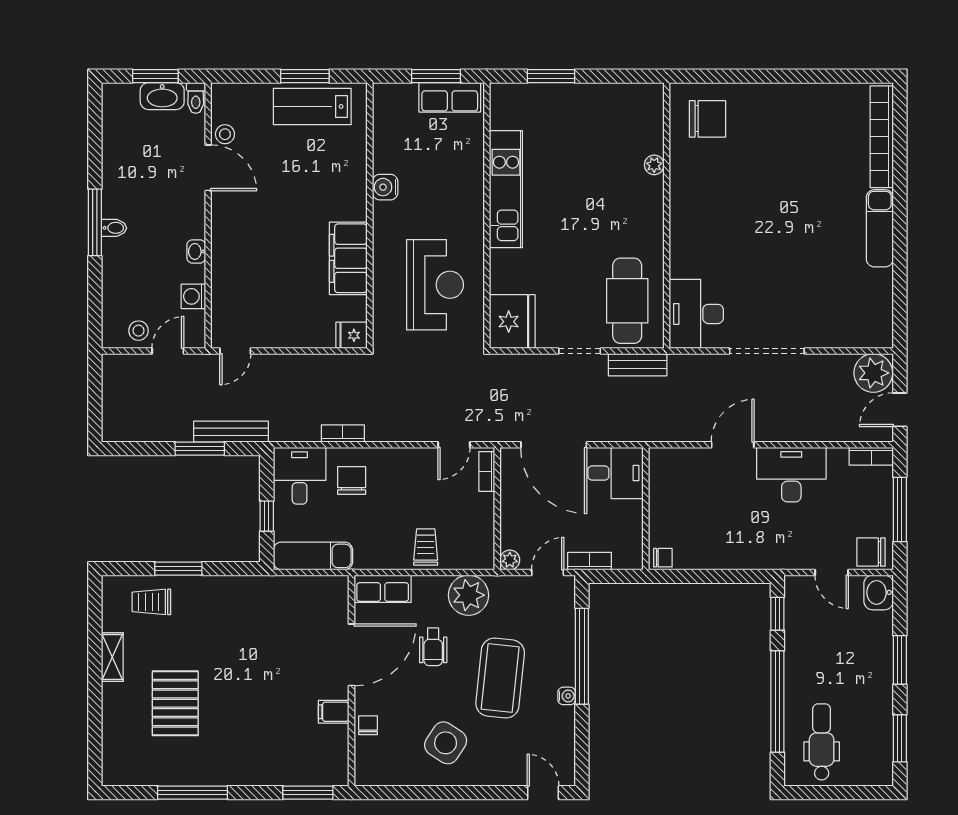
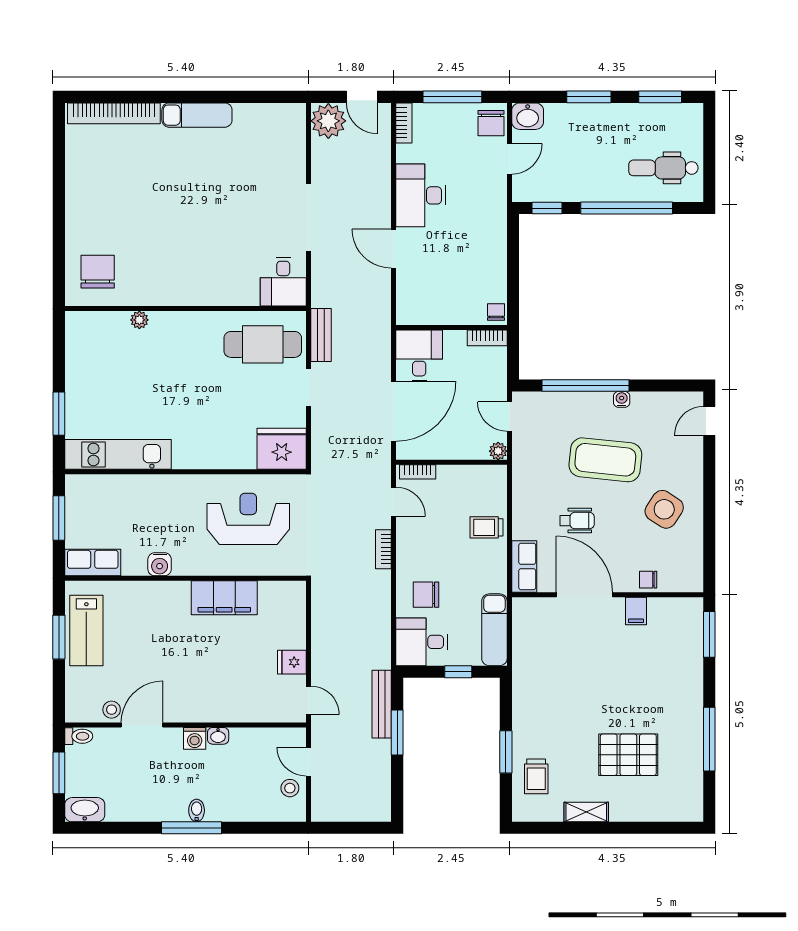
washbasin: (162, 96) -> (85, 810), moved, turned -90
row of seats: (450, 97) -> (93, 563), moved, turned -90
kitchen unit: (506, 189) -> (118, 454), moved
washing machine: (193, 296) -> (195, 738), moved
desk: (696, 314) -> (283, 282), width x0.73
fridge: (351, 335) -> (292, 662), moved, turned 90
bookcase: (343, 434) -> (383, 549), moved
bookcase: (590, 561) -> (487, 338), moved, turned -90
plant: (468, 595) -> (530, 489), removed

